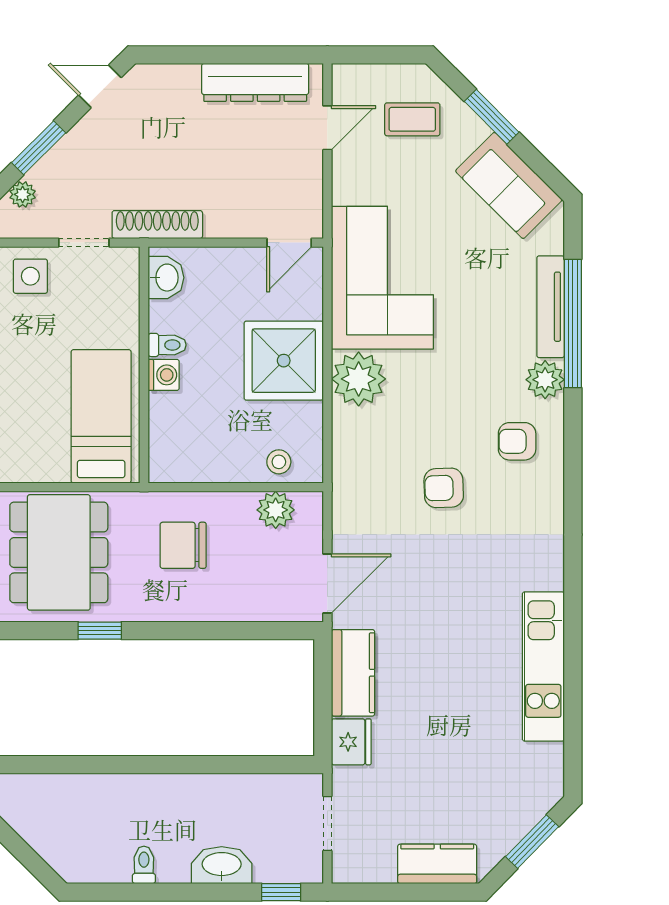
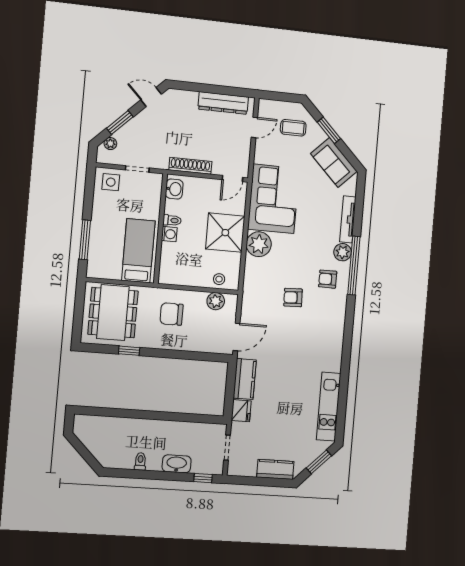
shoe rack: (157, 225) -> (190, 166), moved
window: (573, 324) -> (354, 266), moved
kitchen unit: (543, 666) -> (329, 407), moved

